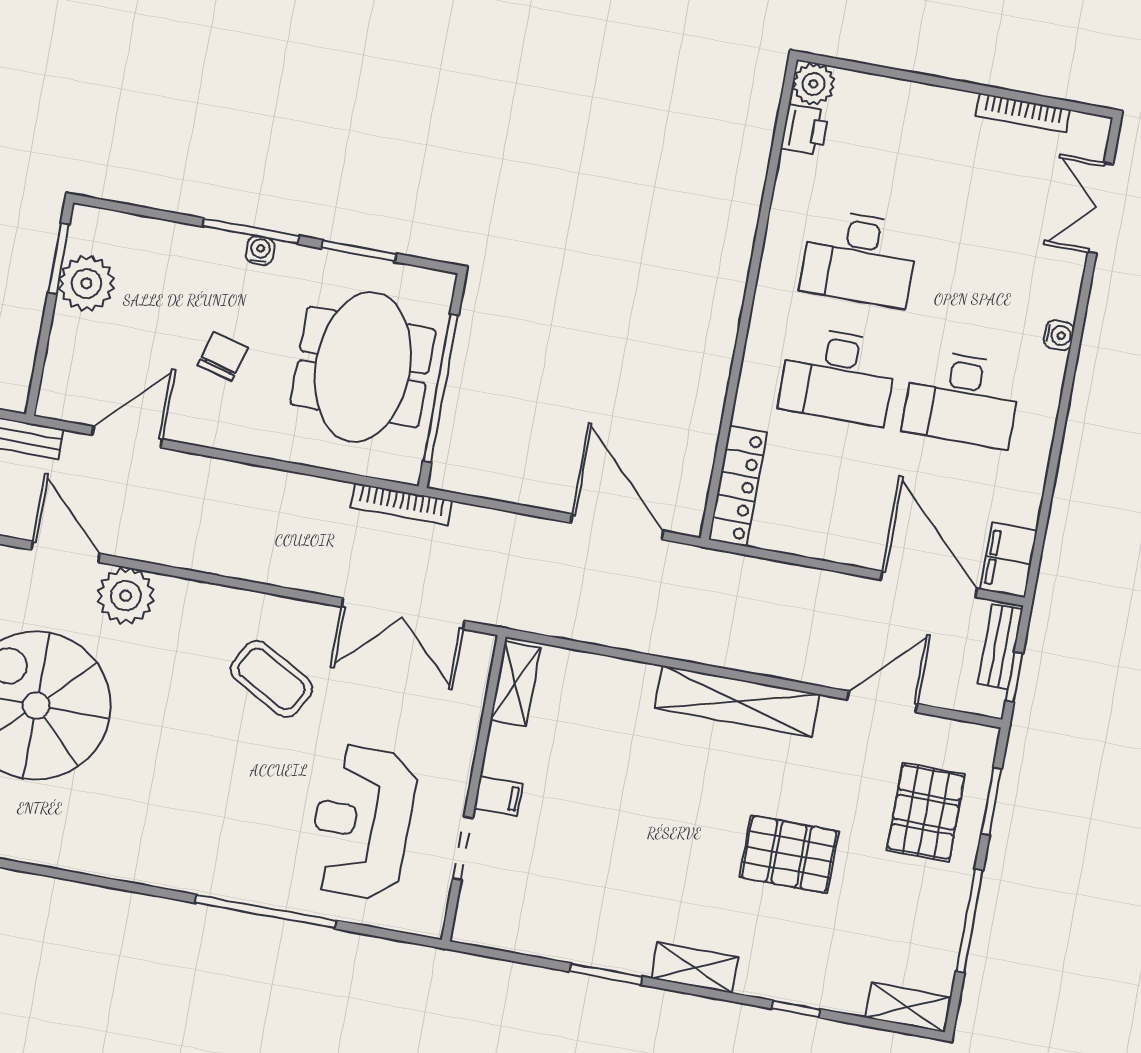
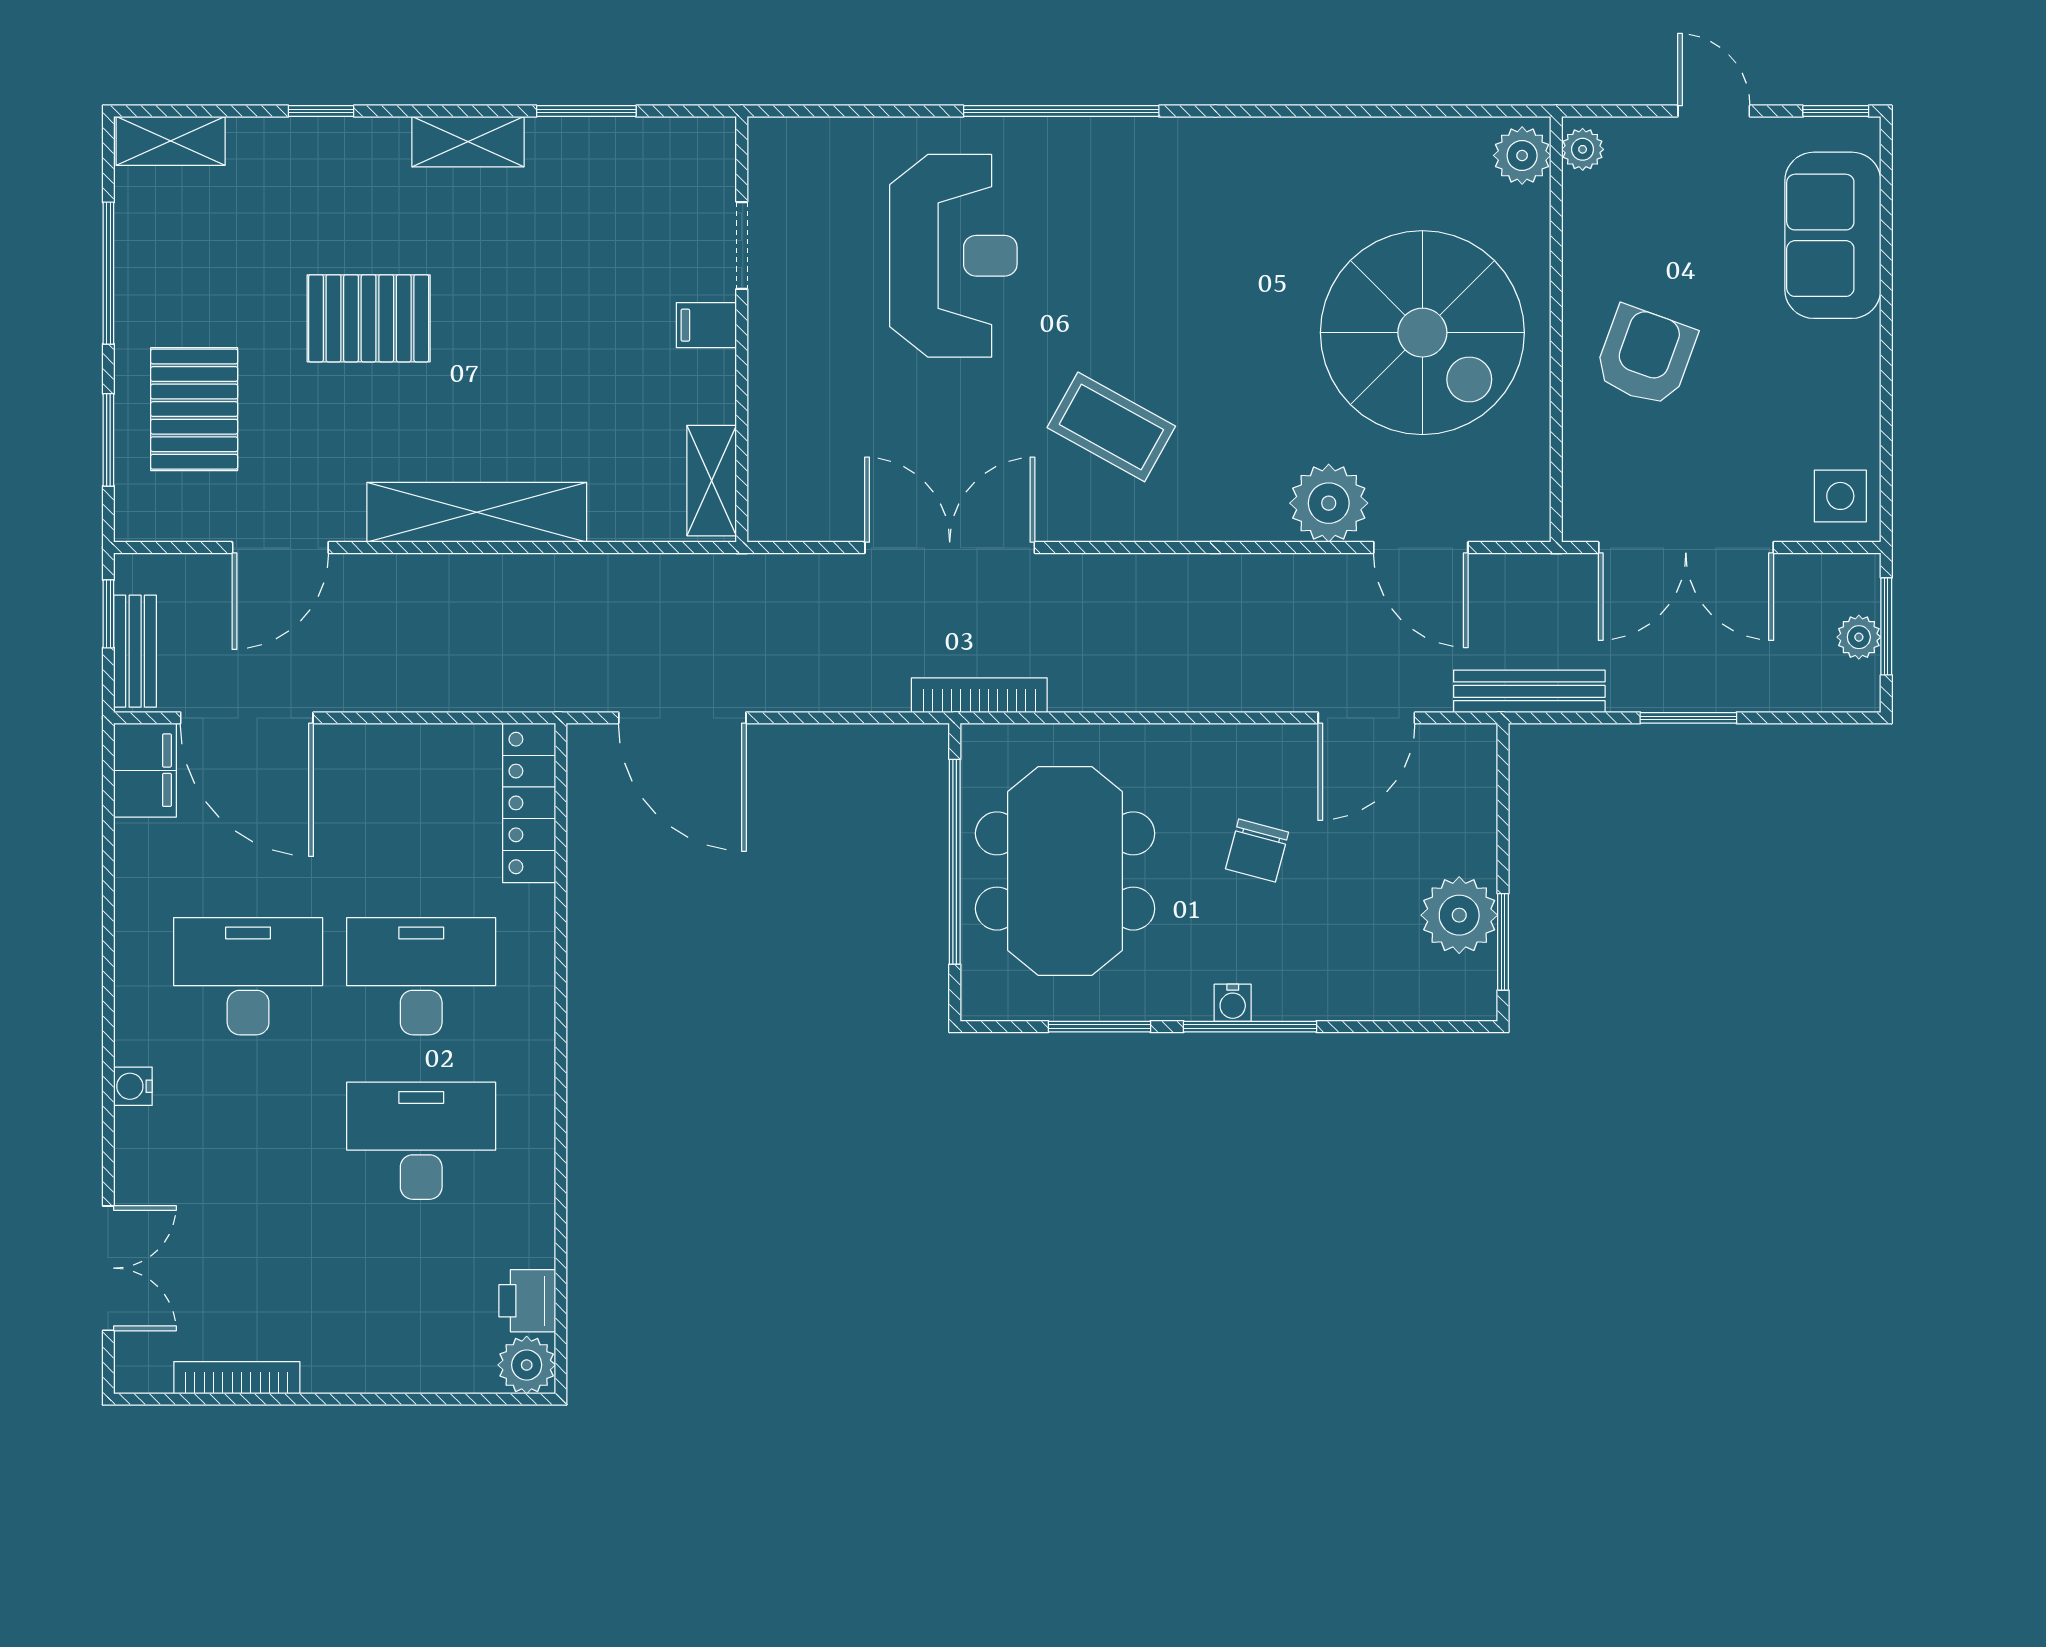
shelving: (515, 684) -> (712, 481), moved
wall: (474, 788) -> (742, 329), moved
filing cabinet: (498, 796) -> (706, 325), moved
doorway: (463, 848) -> (742, 245), moved

